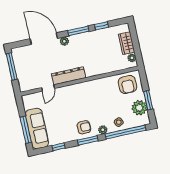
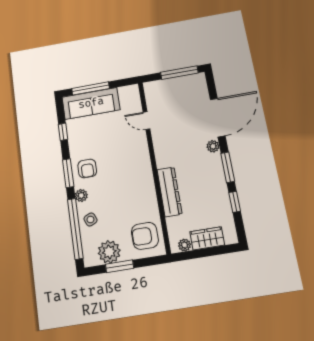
dresser: (69, 76) -> (169, 192), moved

